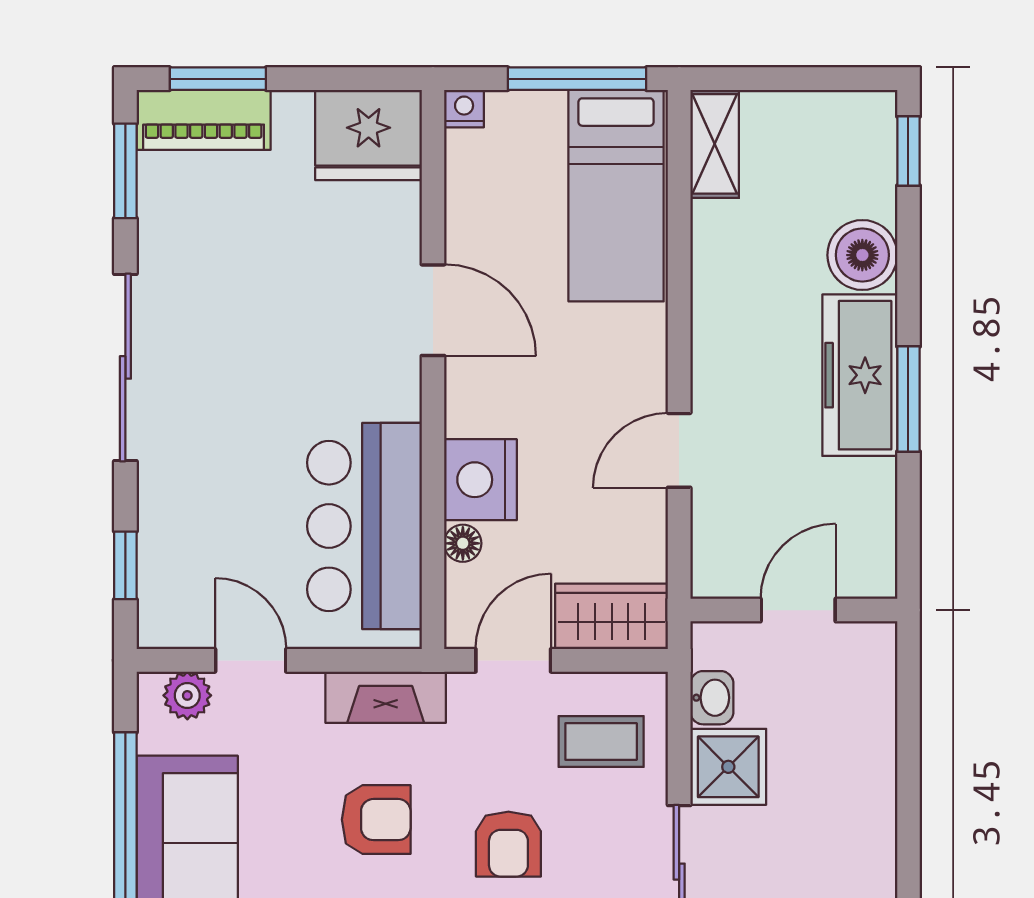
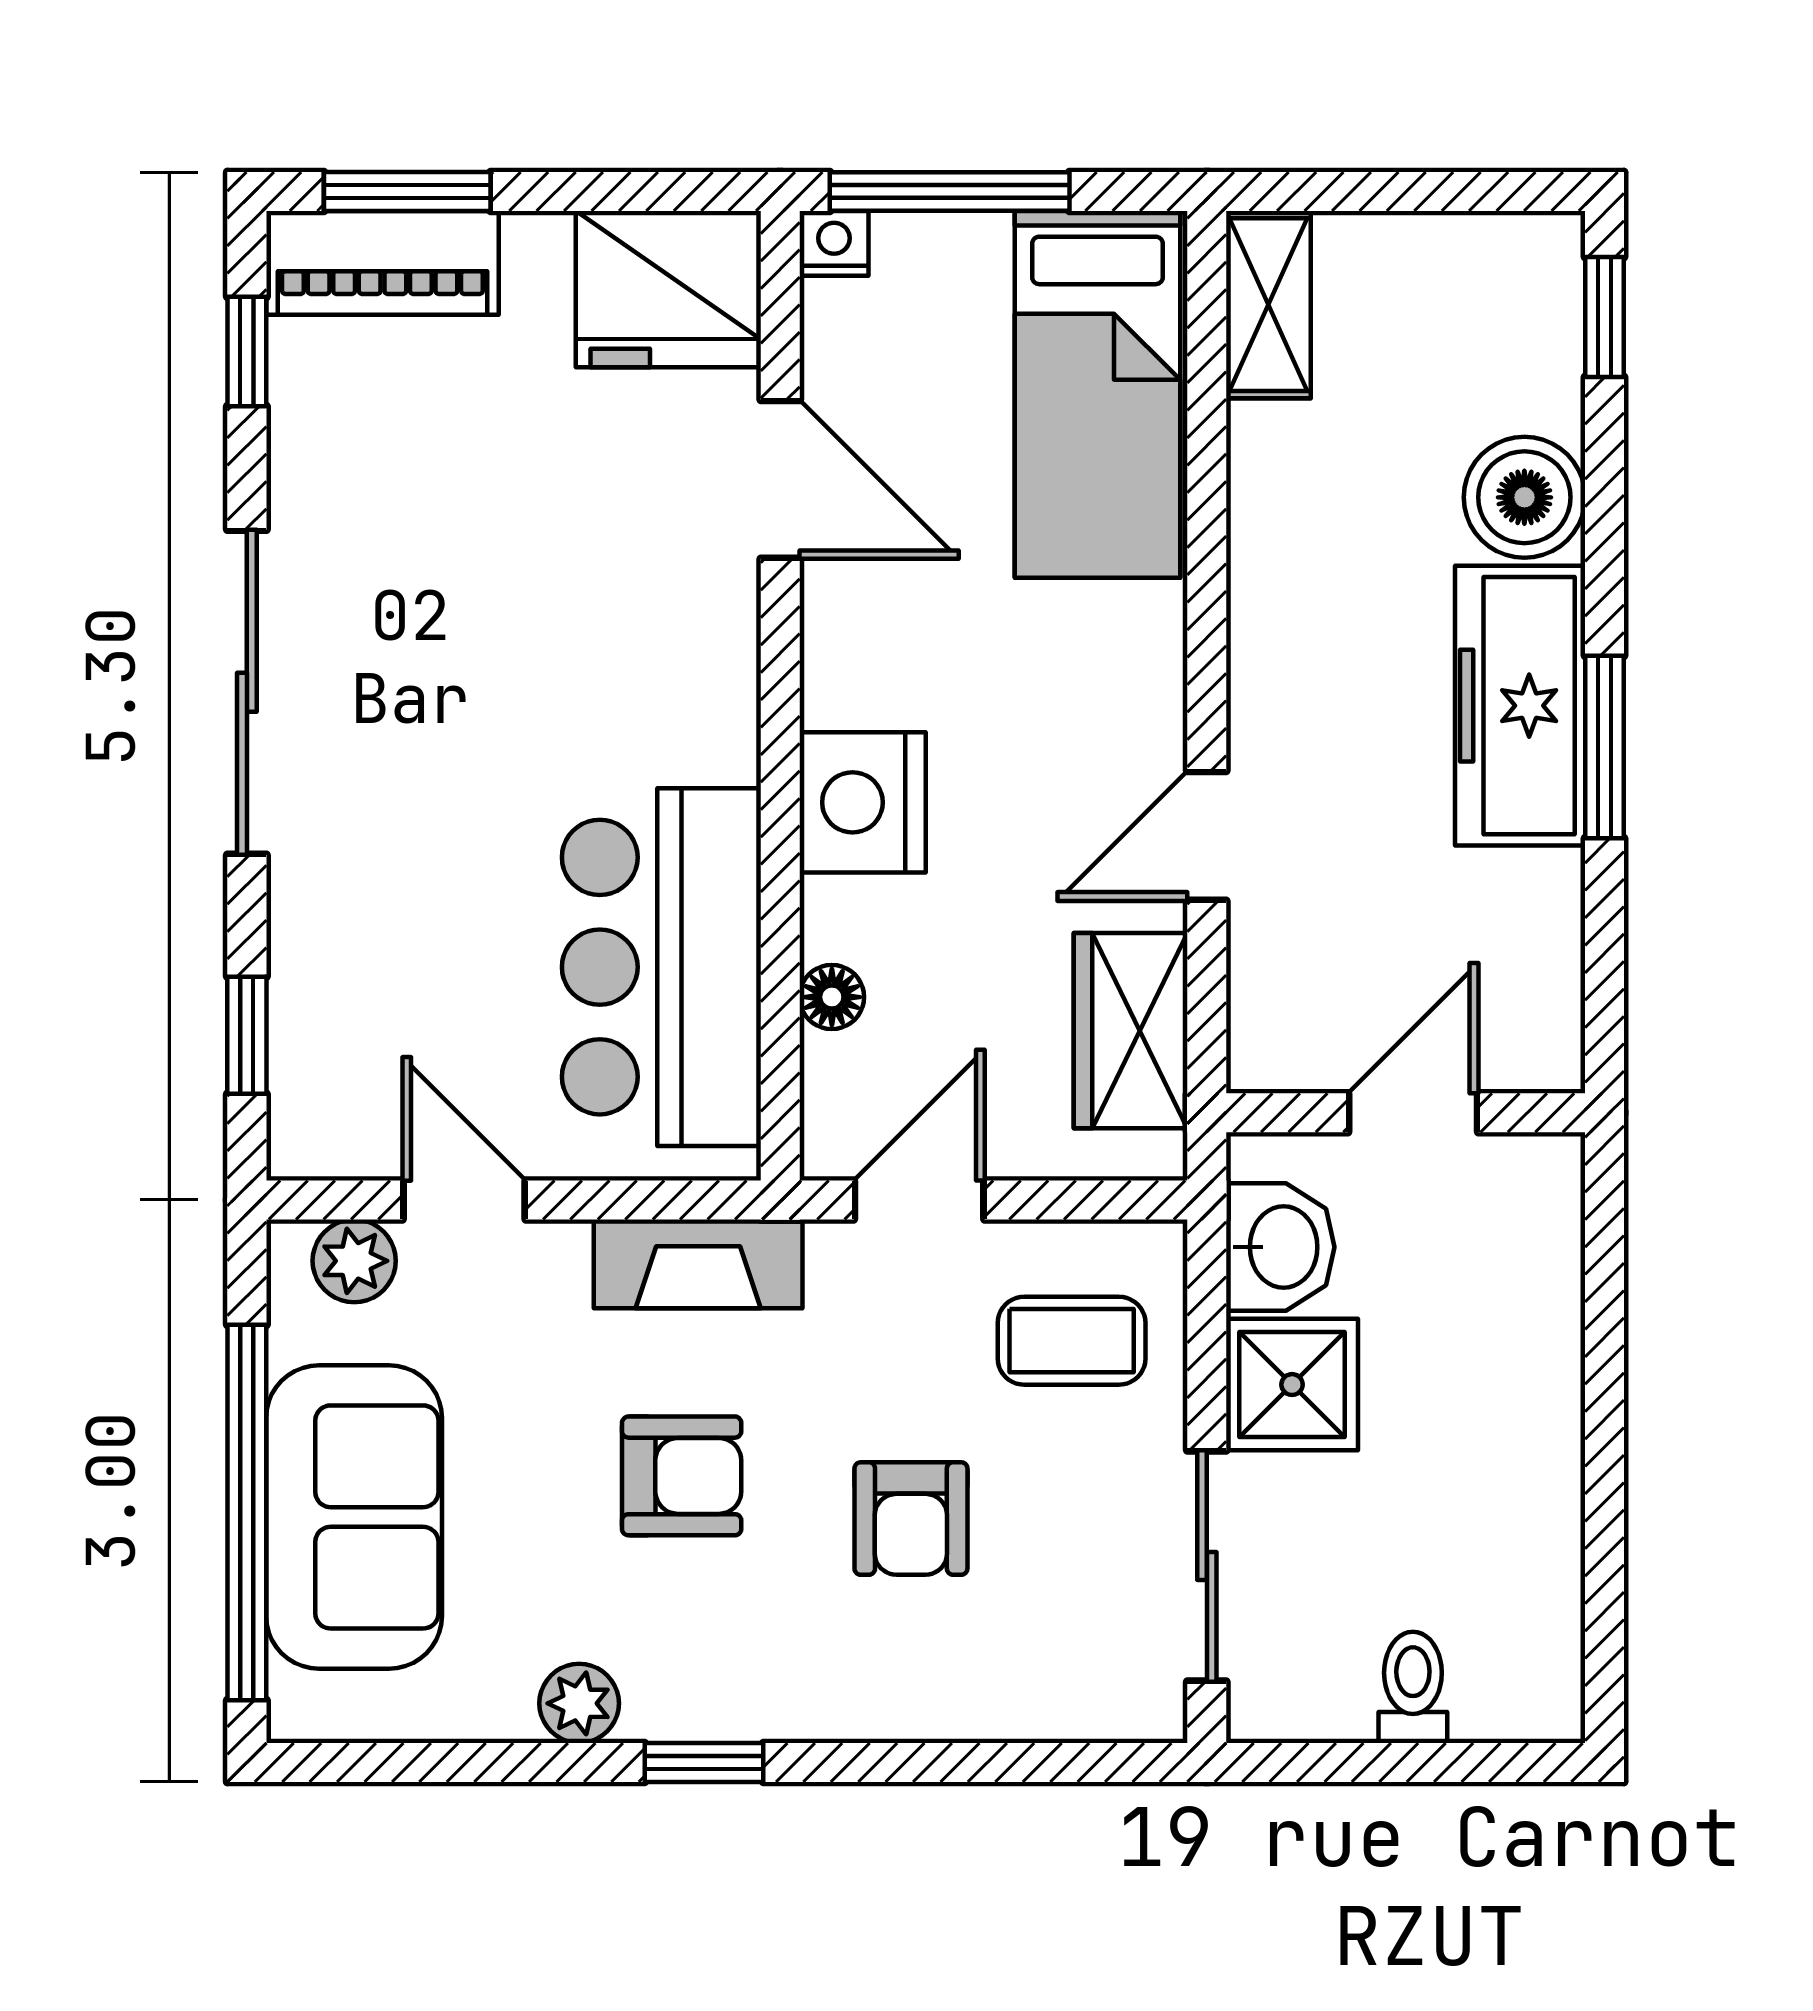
window: (577, 79) -> (950, 192), moved
window: (125, 171) -> (247, 351), width x0.67
door: (433, 310) -> (780, 479), moved
nightstand: (481, 480) -> (863, 802), moved
wardrobe: (612, 616) -> (1131, 1031), moved, turned -90
washbasin: (712, 698) -> (1280, 1247), width x1.38, depth x1.45

